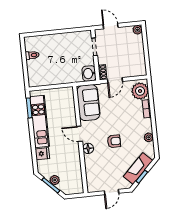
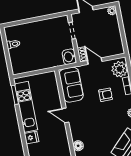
door: (115, 80) -> (95, 61), swing flipped
armchair: (114, 141) -> (106, 95), moved
floor lamp: (88, 148) -> (78, 146), moved

